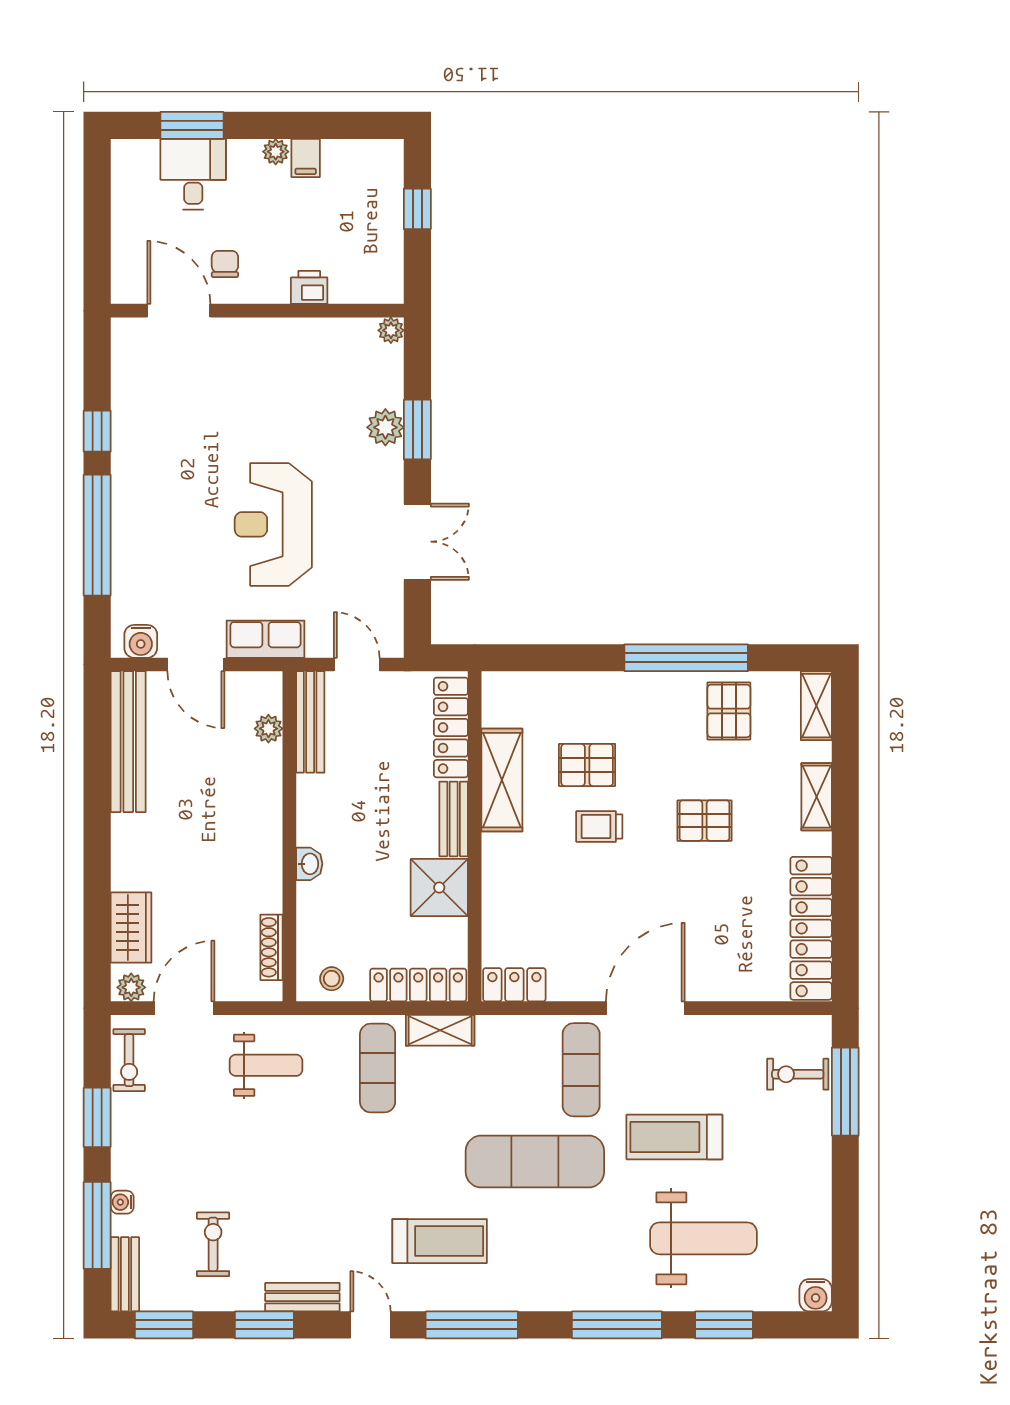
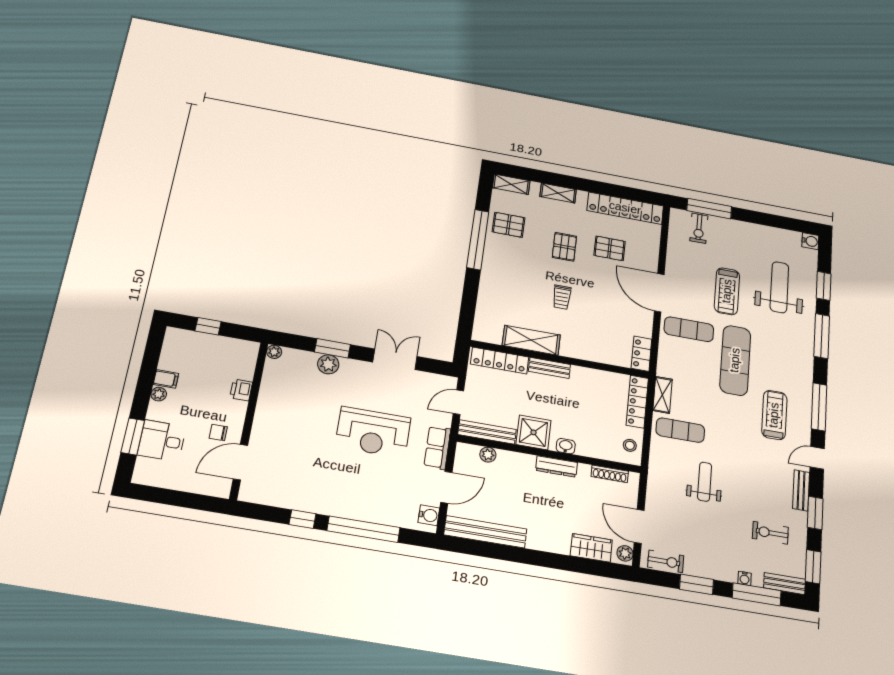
pallet: (587, 765) -> (610, 248), moved, turned 90
dresser: (268, 852) -> (556, 466), added
shower: (439, 888) -> (534, 432), moved
weight bench: (266, 1065) -> (705, 482), moved

